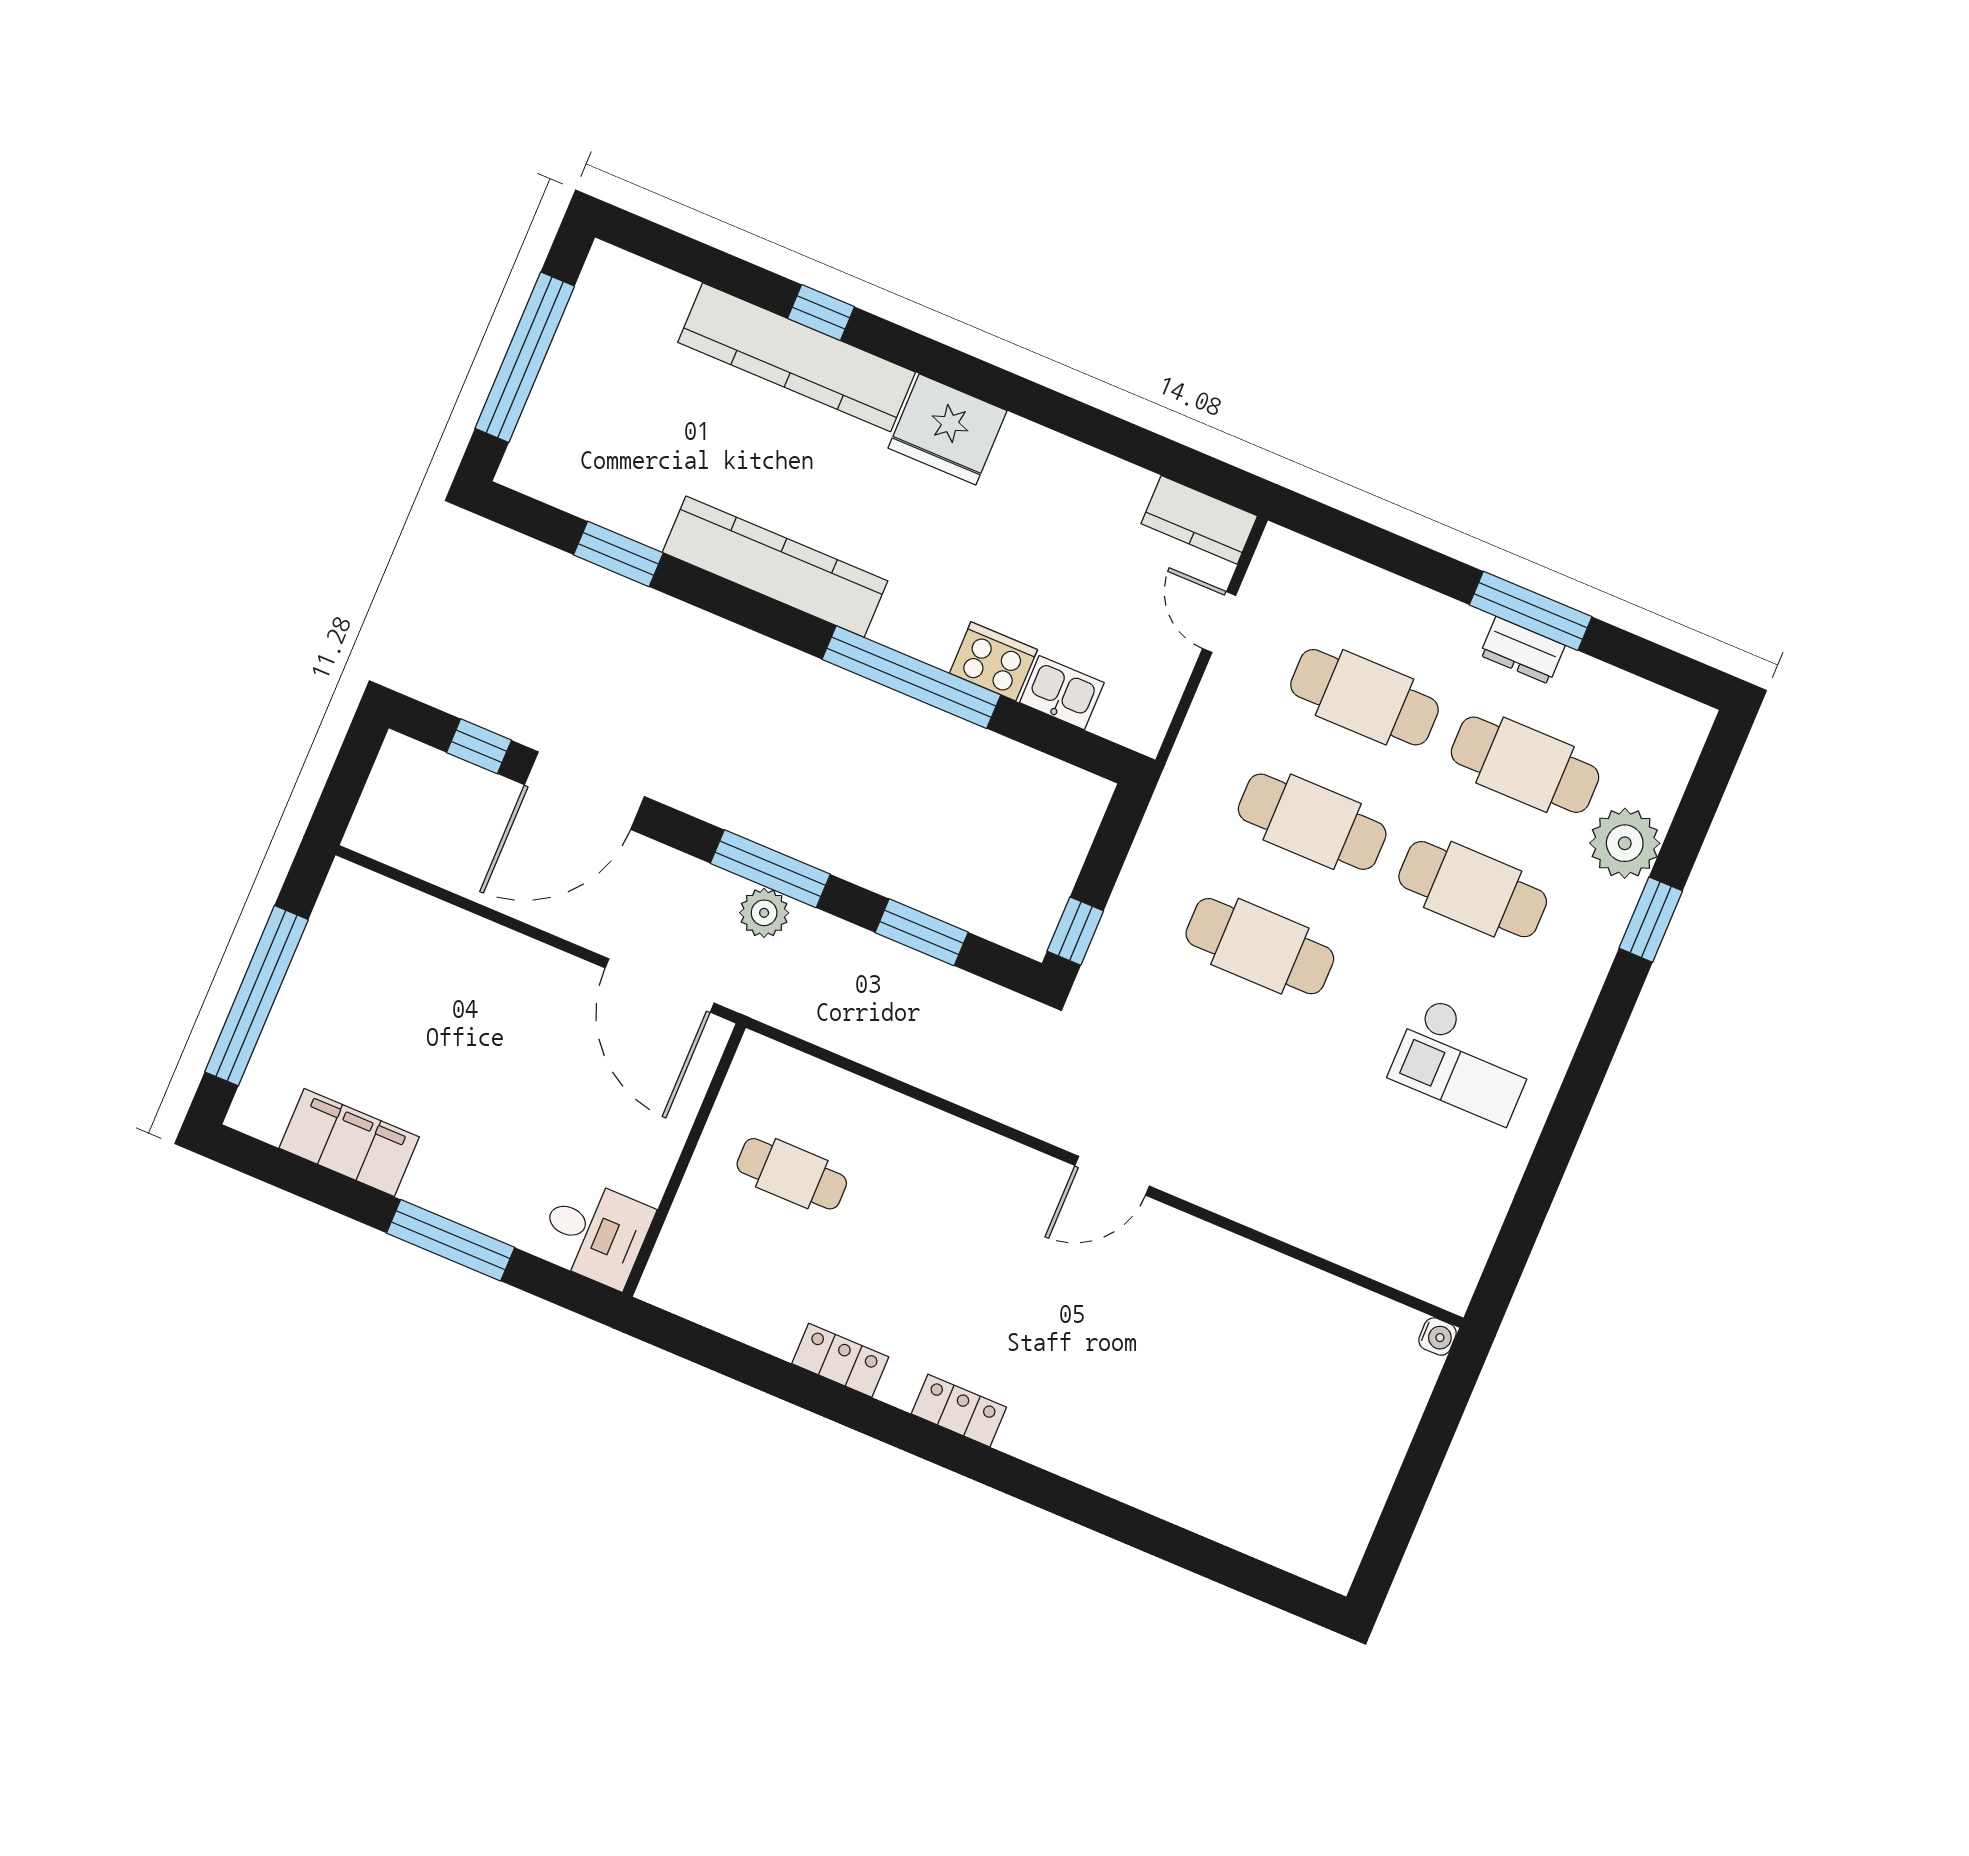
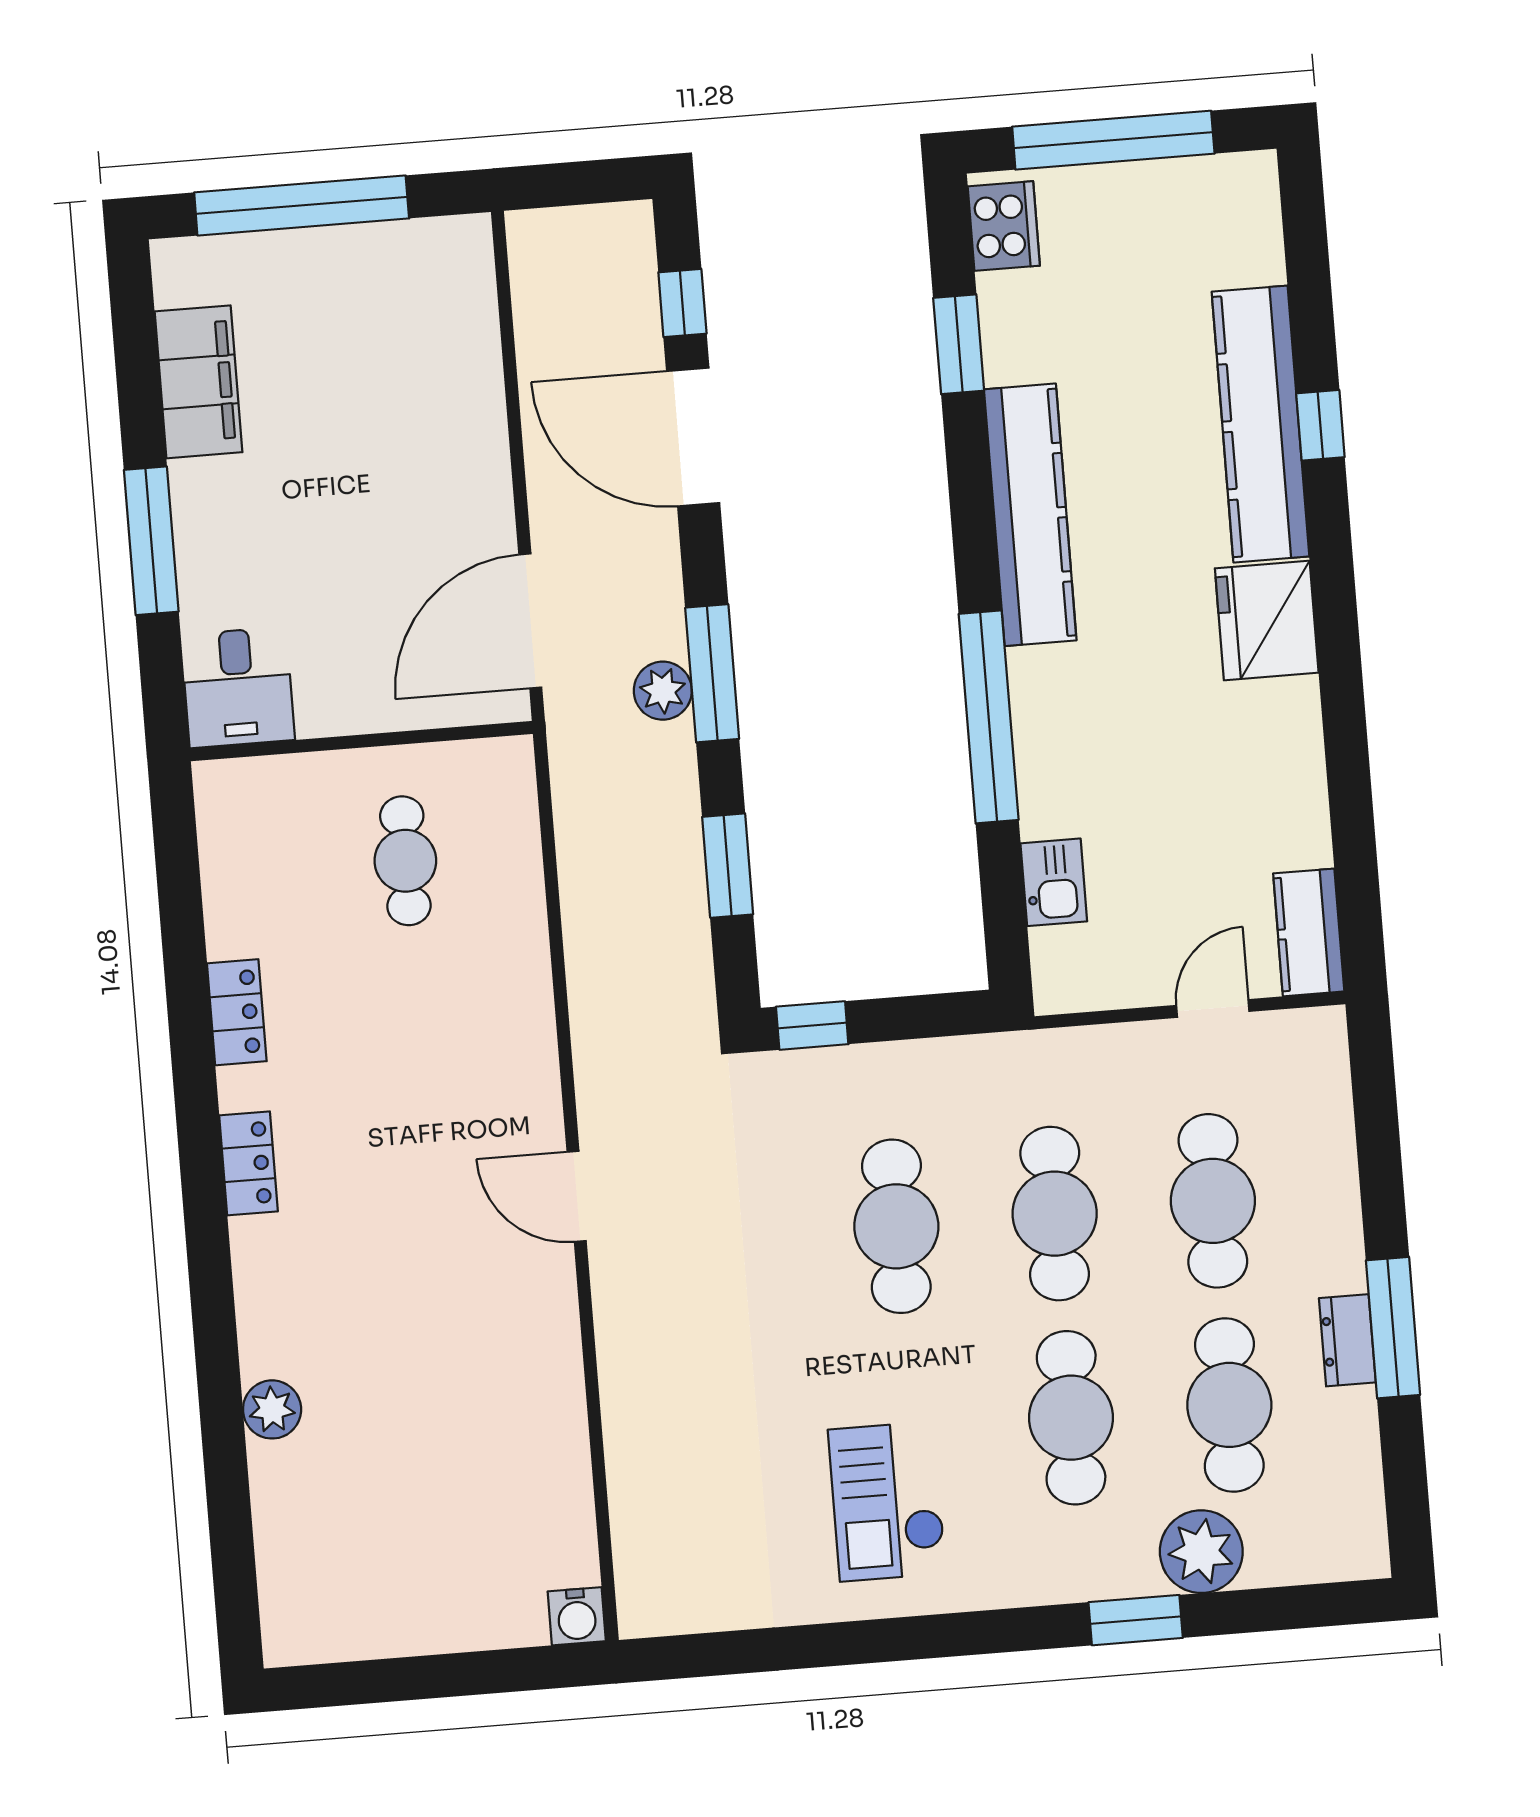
cooker: (993, 661) -> (1004, 226), moved
water cooler: (1437, 1337) -> (577, 1616), width x1.38, depth x1.38
plant: (1154, 1489) -> (272, 1409), added

